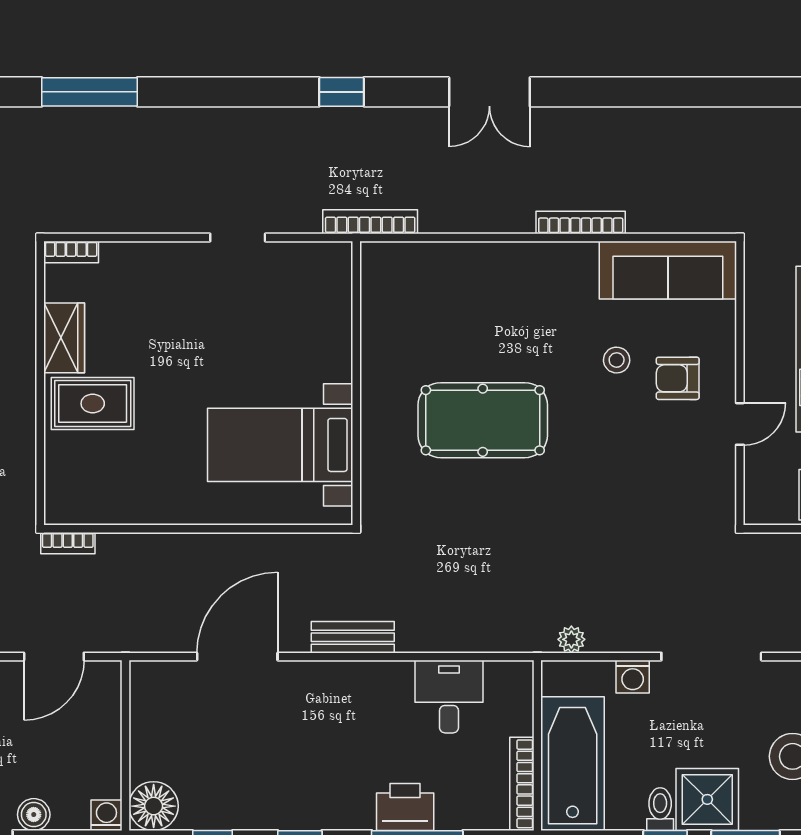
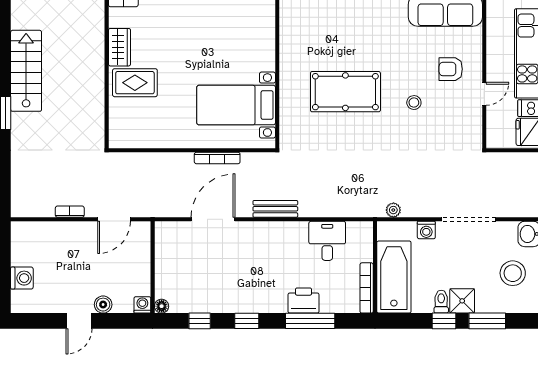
stool: (617, 360) -> (414, 103), moved
bookcase: (68, 543) -> (217, 158), moved, width x1.56
shower: (707, 799) -> (462, 301), width x0.73, depth x0.73
floor lamp: (154, 806) -> (162, 306), width x0.53, depth x0.53

